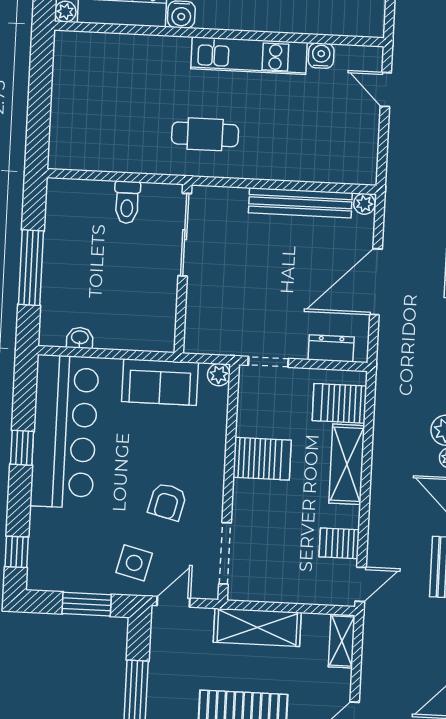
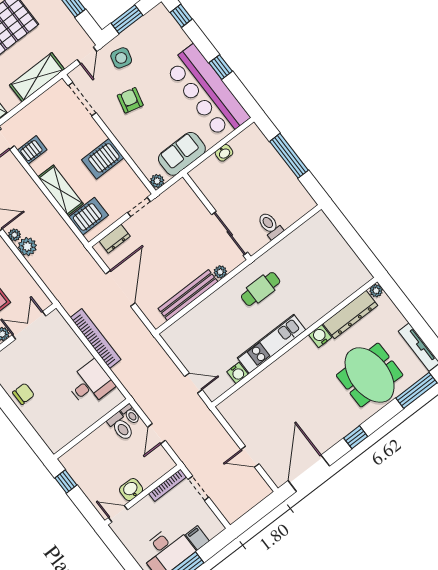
plant: (364, 204) -> (220, 272), moved
washbasin: (80, 338) -> (224, 153), moved

